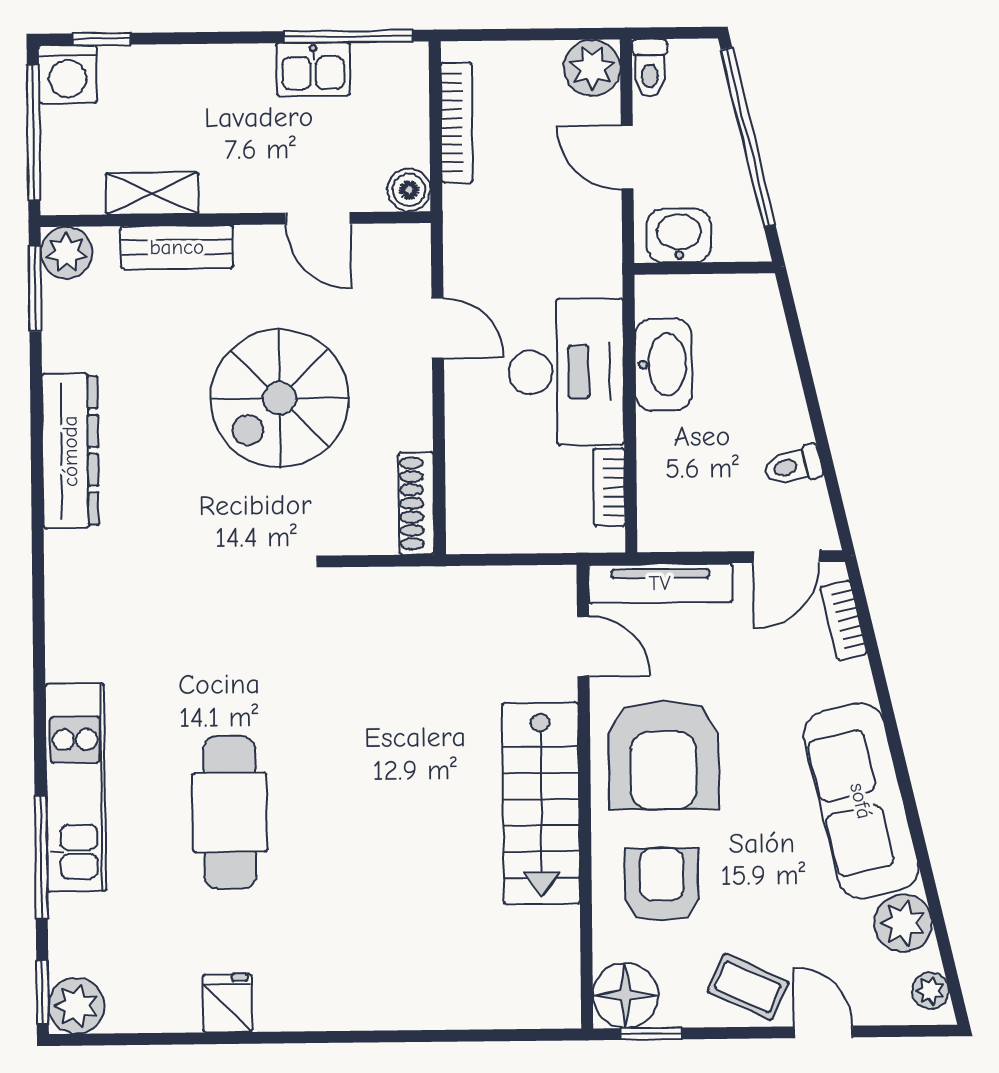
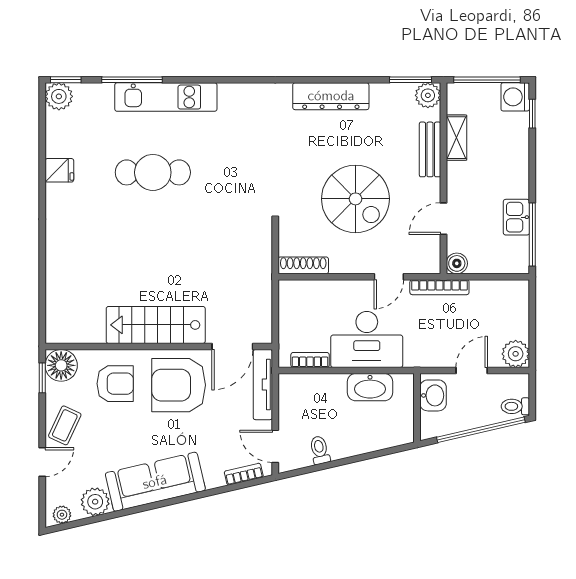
toilet: (650, 68) -> (515, 406), moved
bookcase: (457, 122) -> (439, 287), moved
spiral stairs: (279, 398) -> (355, 199), turned 180
door: (583, 646) -> (232, 346), width x1.38

